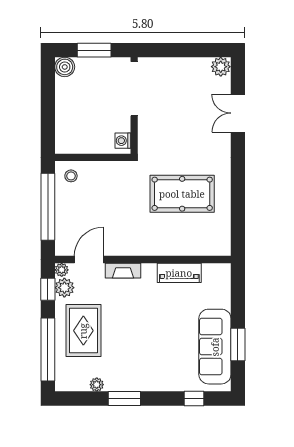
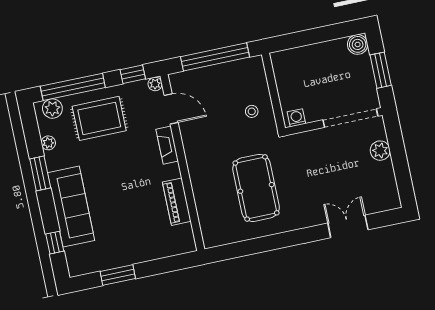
plant: (221, 67) -> (380, 151), moved
stool: (71, 176) -> (252, 111), moved
plant: (64, 288) -> (52, 109), moved
sofa: (215, 347) -> (71, 207), moved, turned 90

